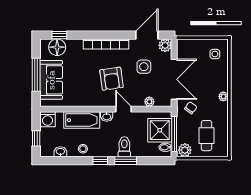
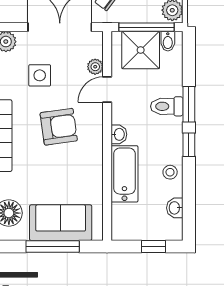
door: (124, 109) -> (107, 89), moved
washing machine: (48, 119) -> (123, 228), removed

